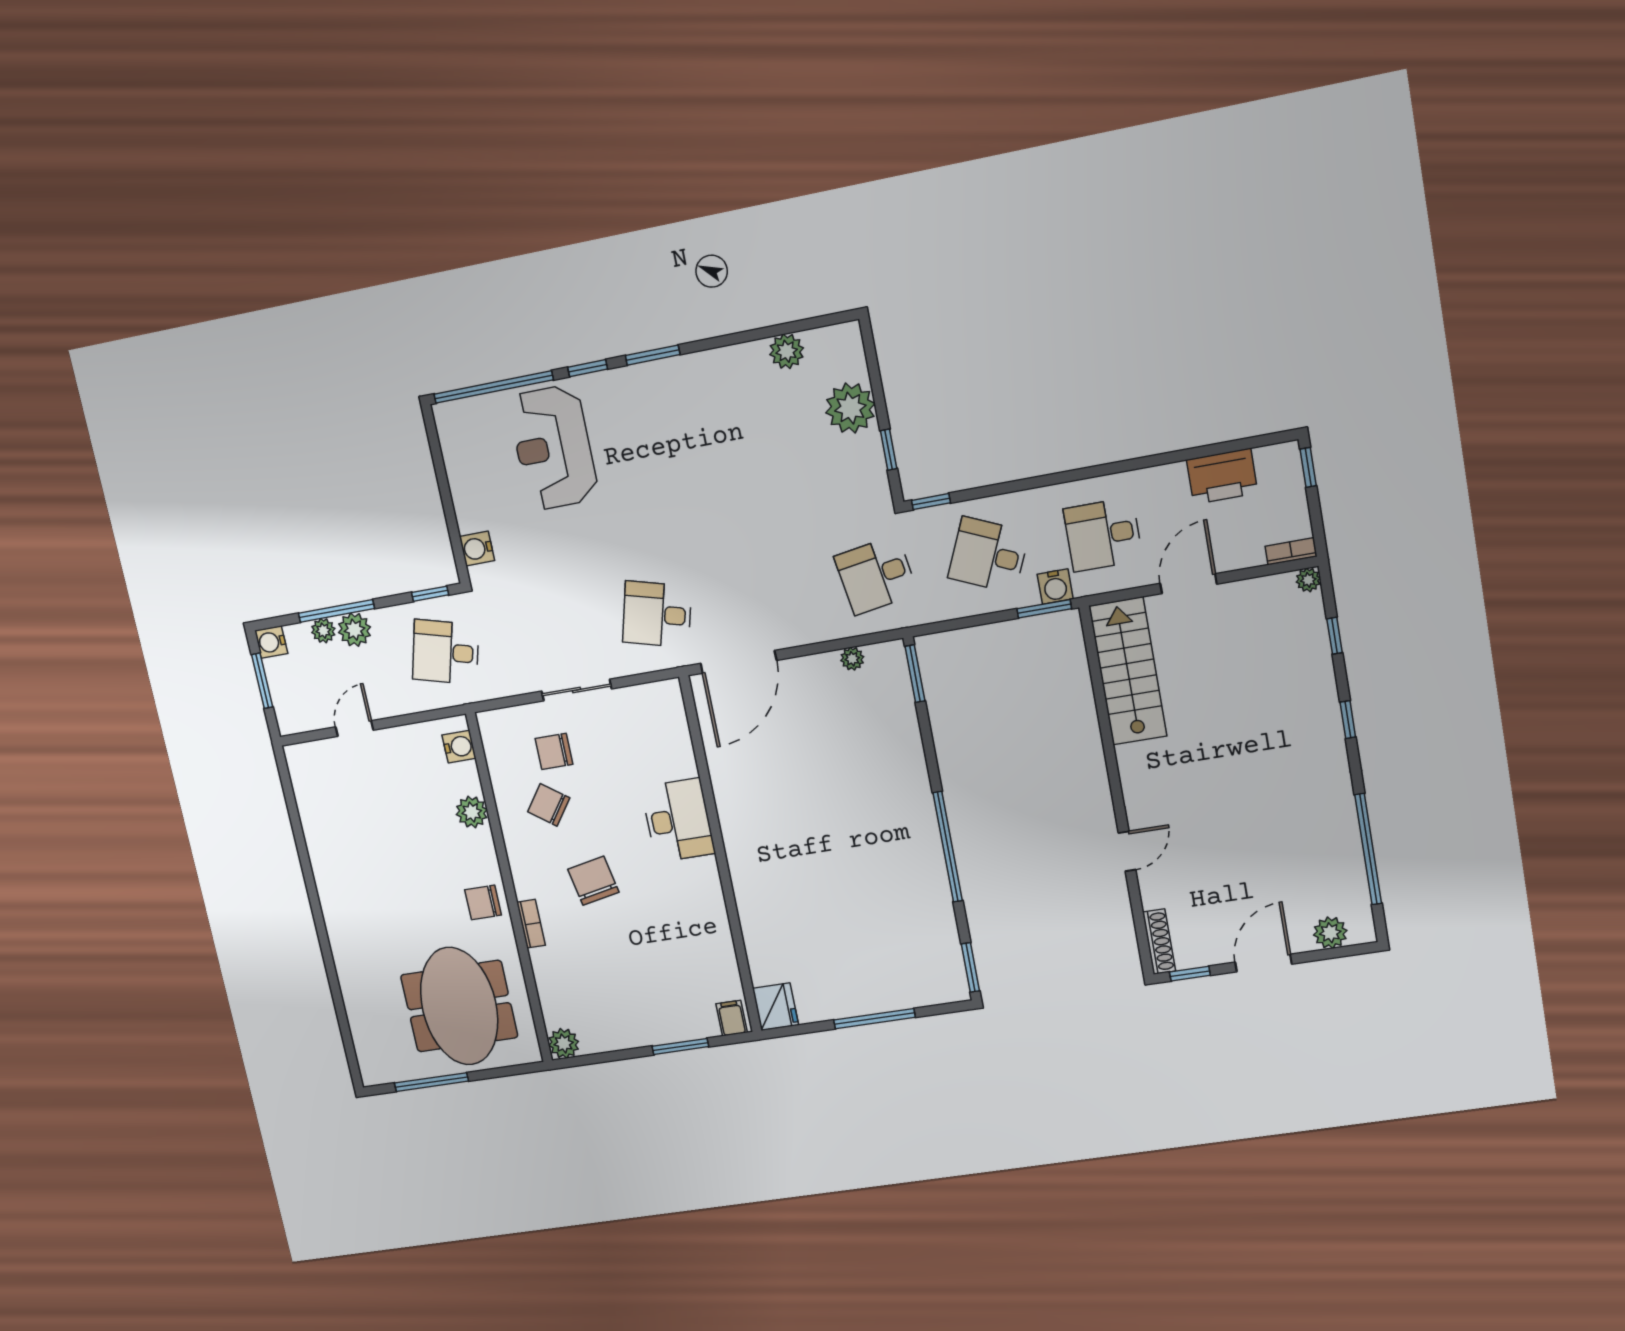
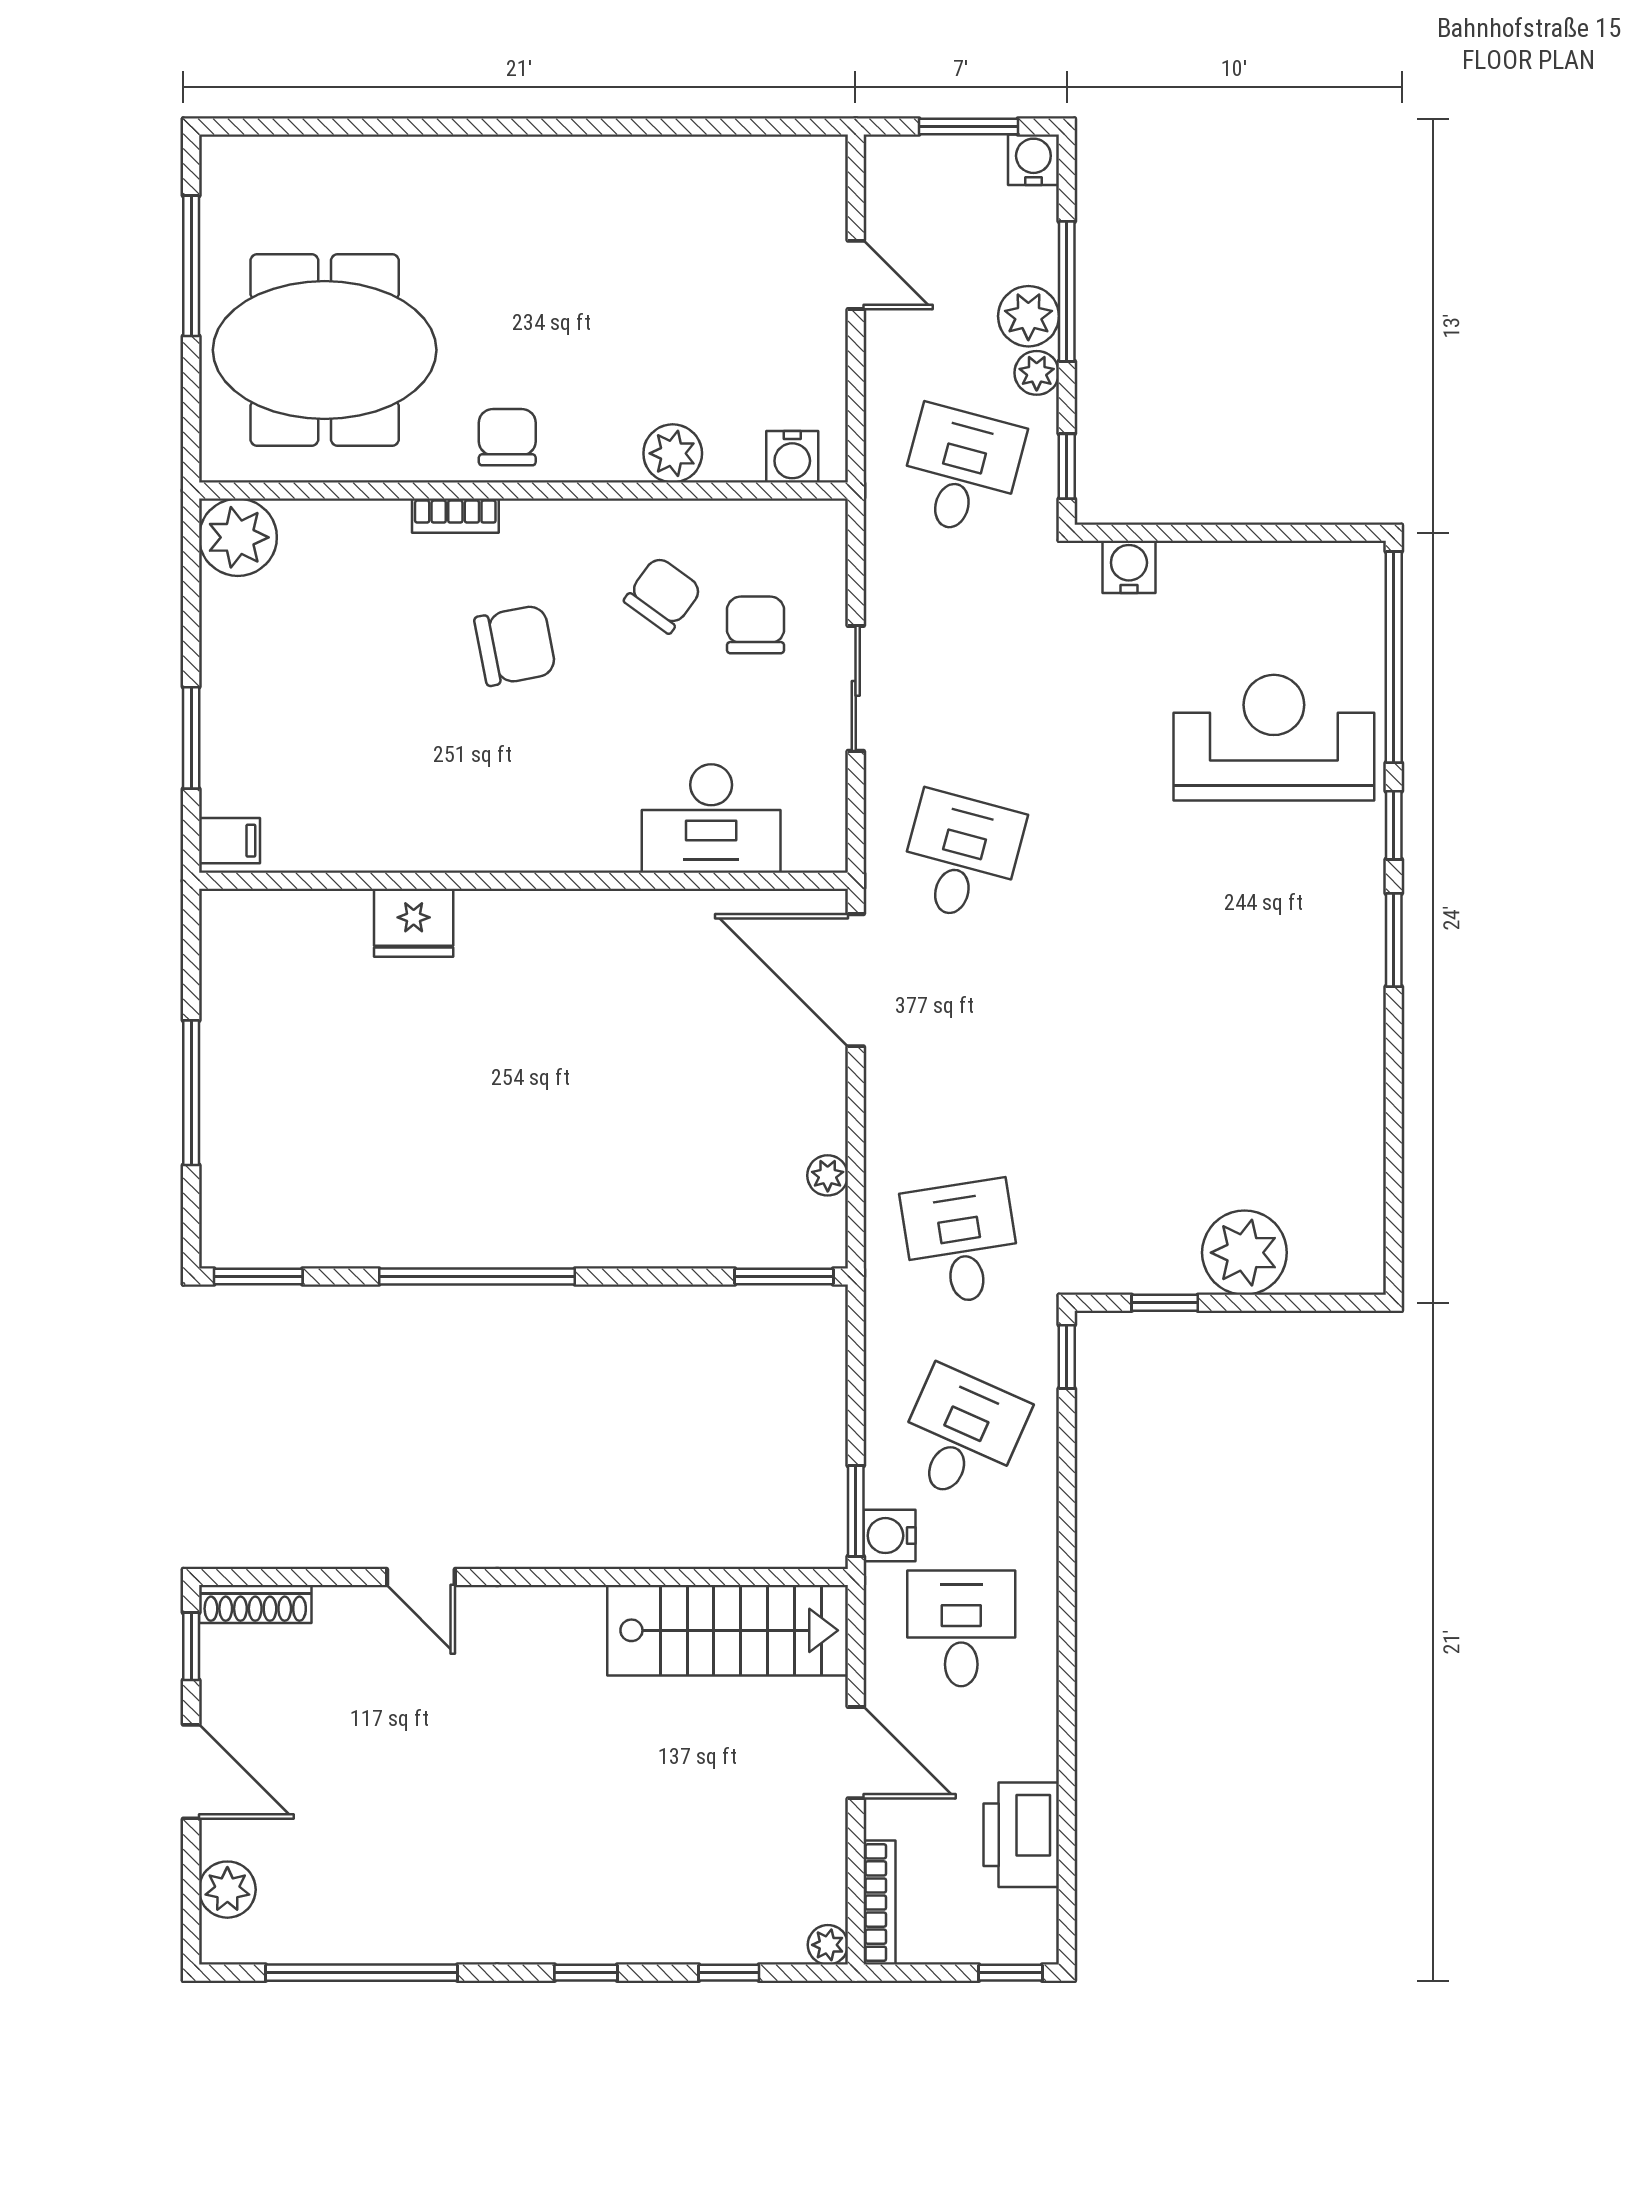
plant: (787, 351) -> (1357, 1165), removed
bookcase: (1291, 551) -> (880, 1903), width x1.56
plant: (323, 631) -> (1037, 373), moved
desk: (678, 820) -> (711, 819), moved
fridge: (776, 1007) -> (414, 923), moved
plant: (564, 1043) -> (238, 537), width x1.36, depth x1.36

